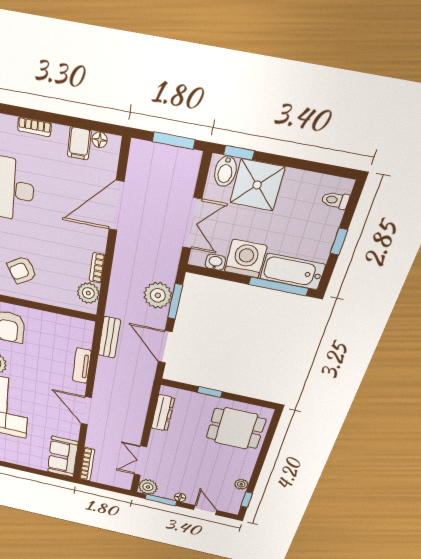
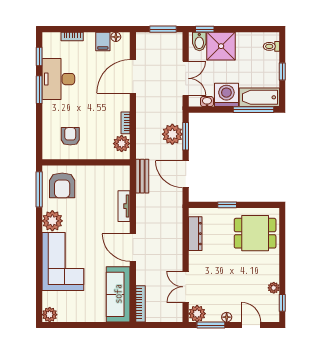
armchair: (22, 270) -> (70, 136), turned 121
sofa: (63, 457) -> (118, 294), width x1.36

